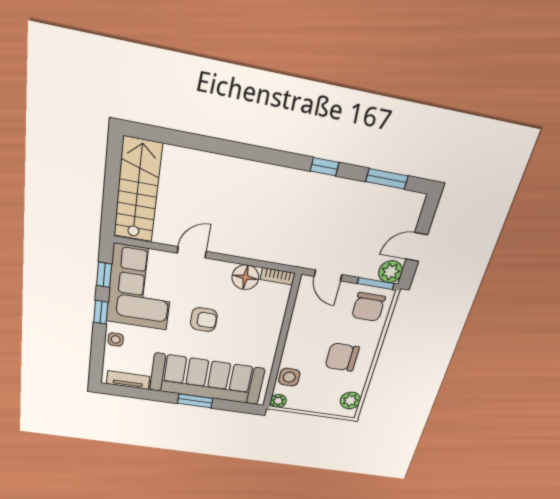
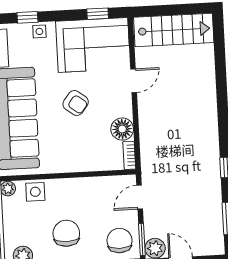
door: (192, 252) -> (134, 81), hinge flipped
chair: (368, 307) -> (120, 241), turned 90
window: (101, 312) -> (27, 17), moved
armchair: (204, 320) -> (76, 103), turned -53

